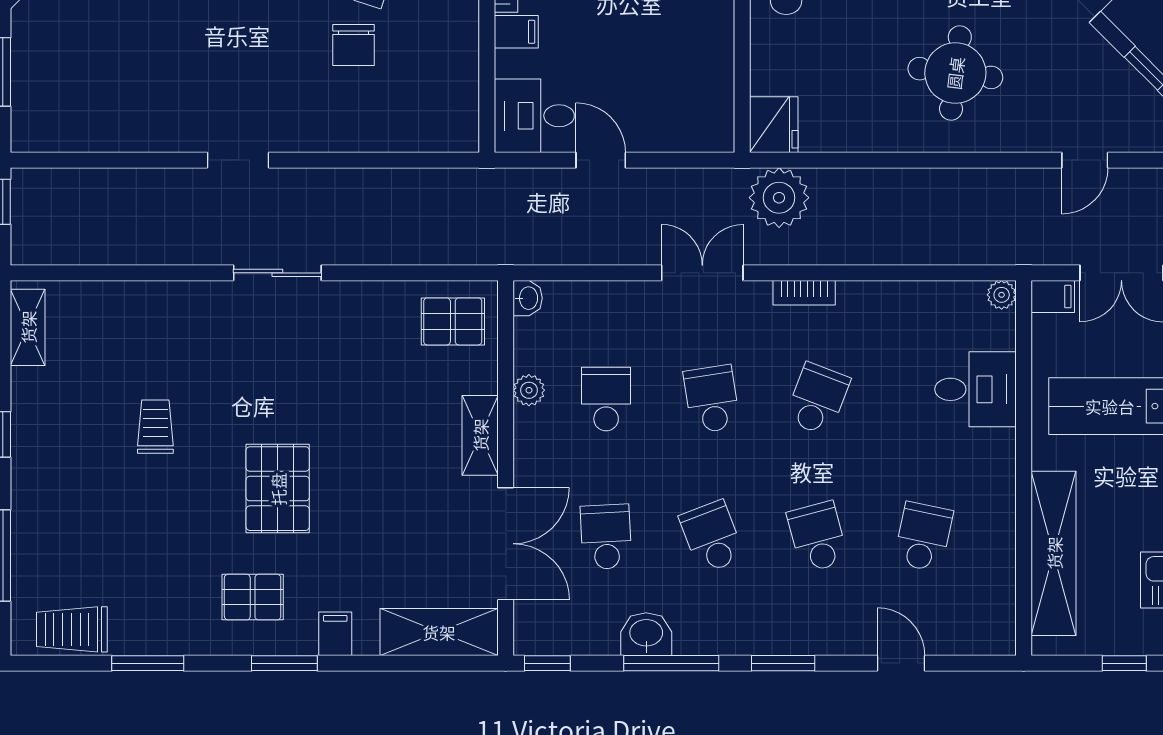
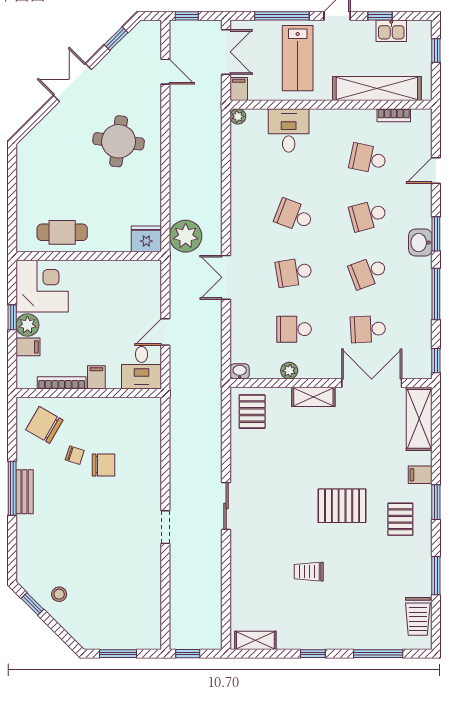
bookcase: (804, 293) -> (394, 115), moved, turned 90
washbasin: (646, 634) -> (420, 243), moved

